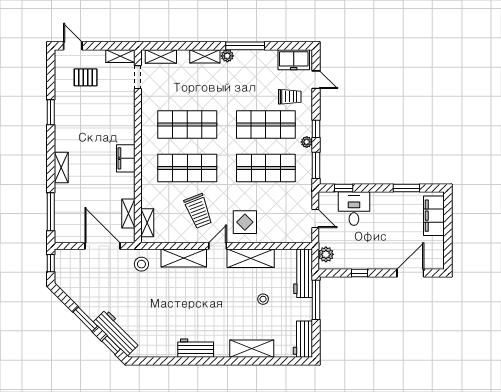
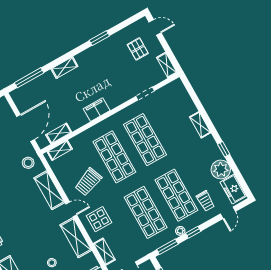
door: (73, 46) -> (155, 27), hinge flipped
window: (245, 46) -> (224, 149), width x0.46
shelving: (161, 56) -> (104, 252), moved
plant: (227, 56) -> (221, 169), moved, width x1.88, depth x1.88
doorway: (138, 77) -> (145, 94), moved

